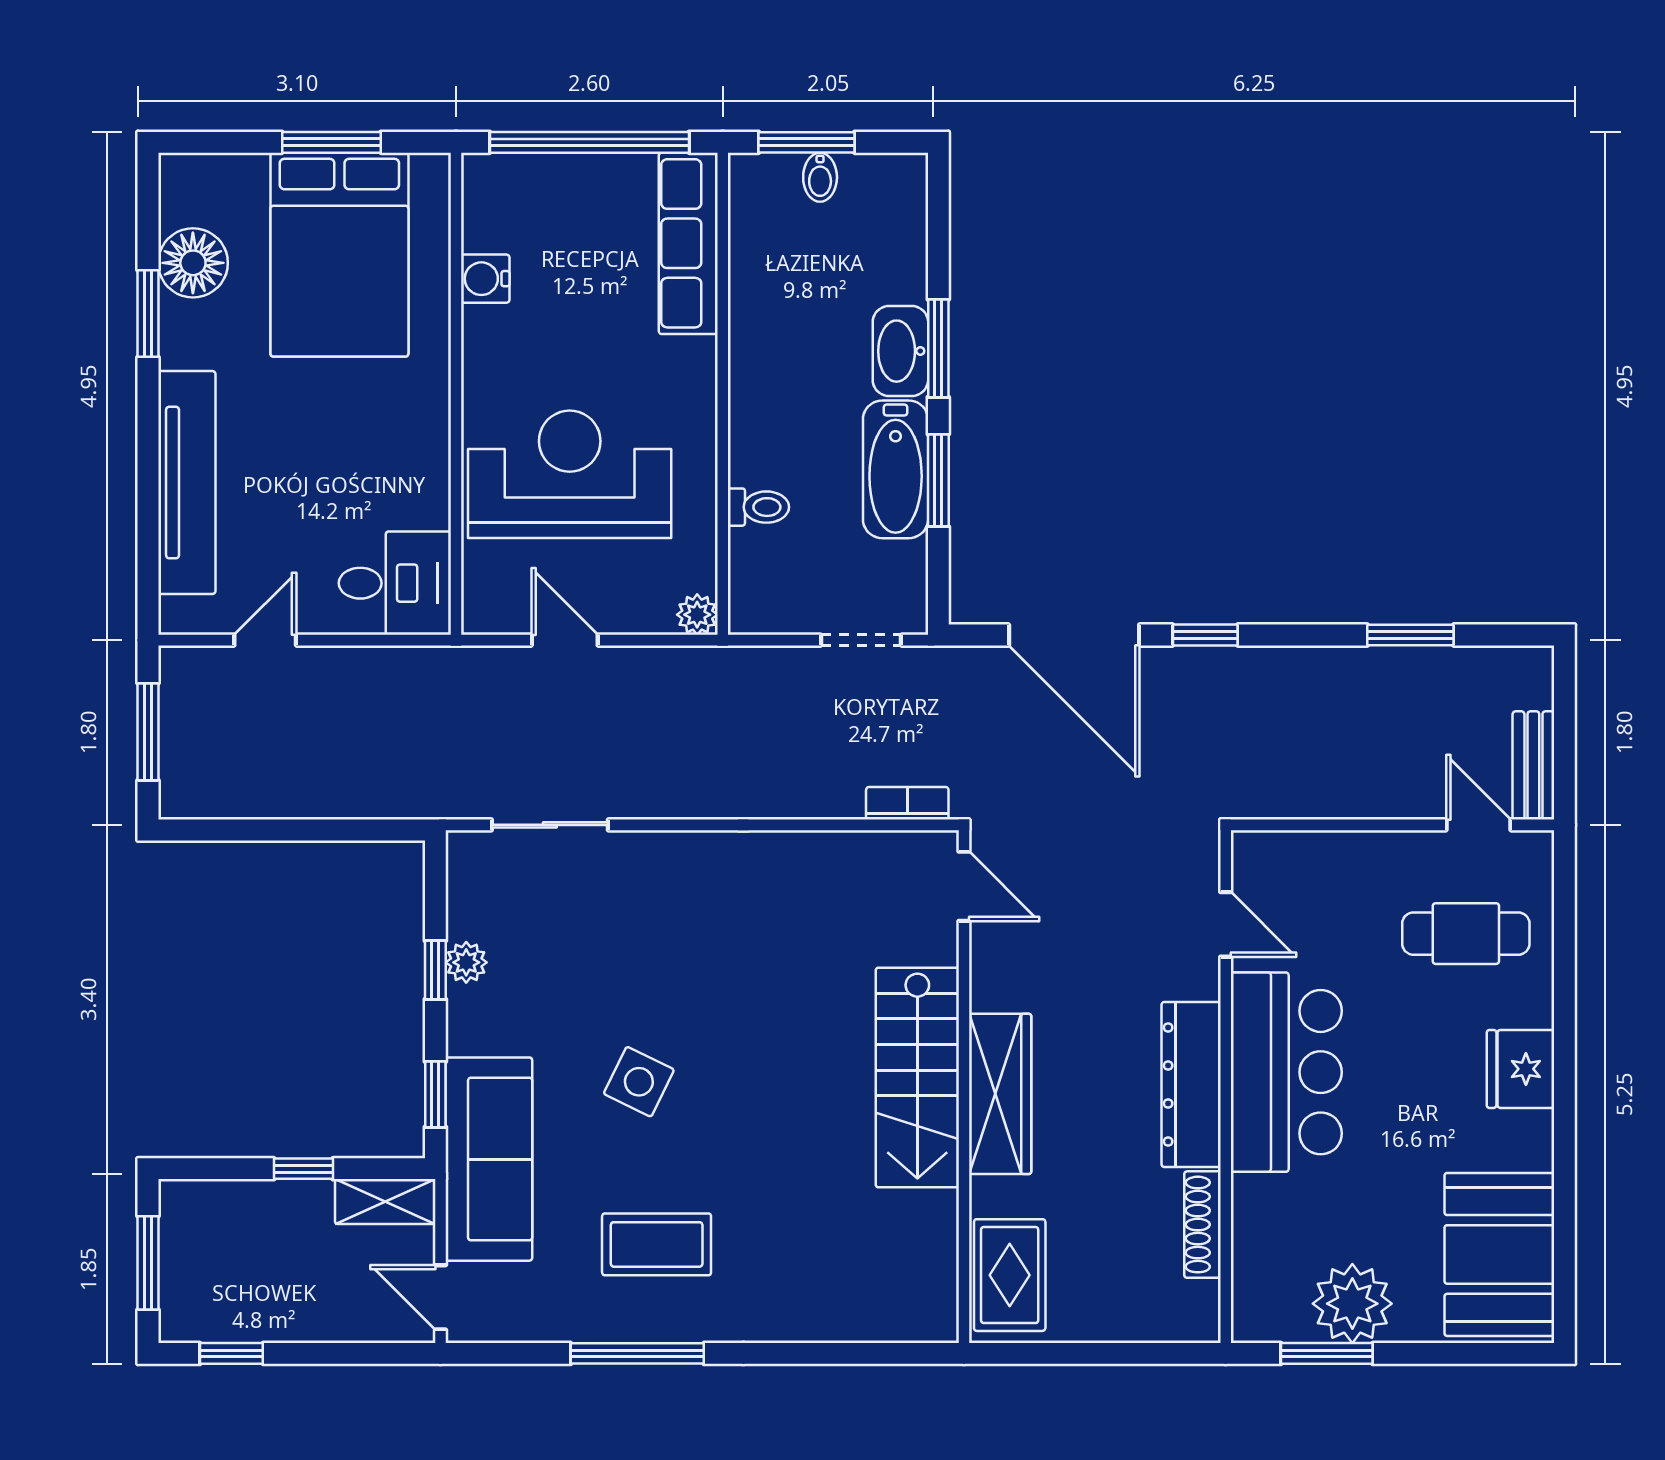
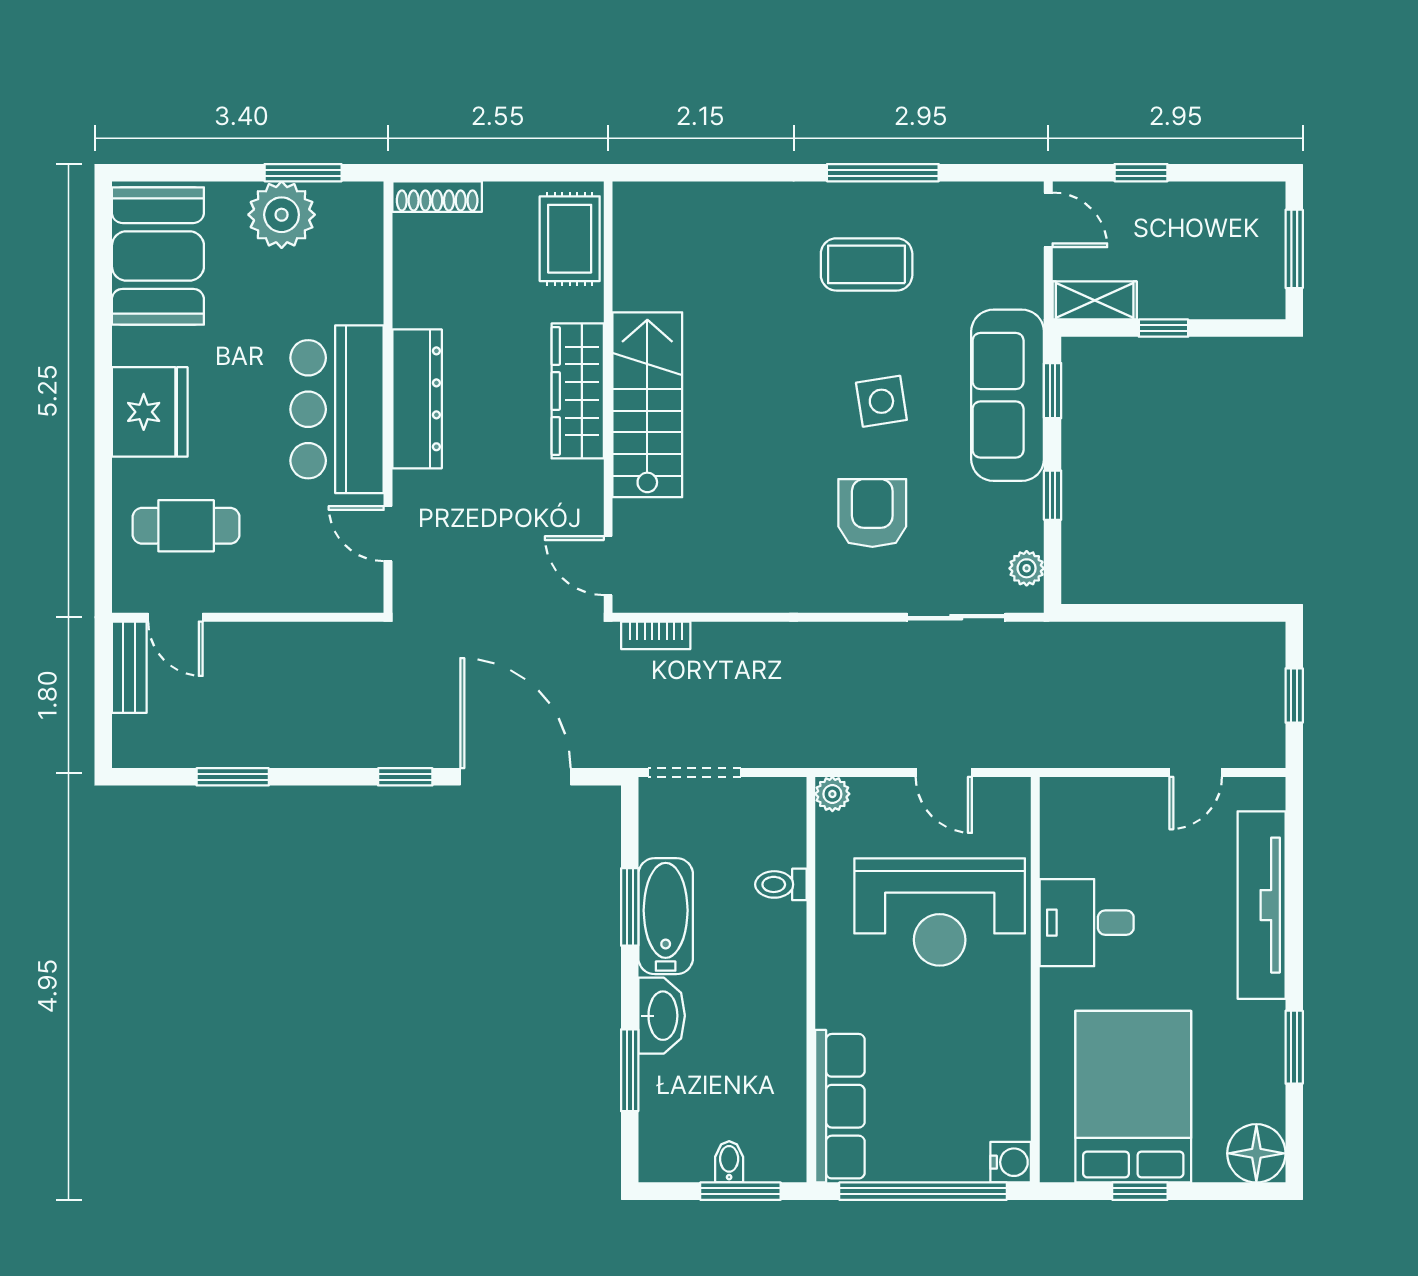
window: (331, 142) -> (1140, 1191), width x0.67
floor lamp: (193, 263) -> (1256, 1153), moved
water cooler: (485, 279) -> (1011, 1162), moved
window: (938, 348) -> (630, 1070), moved
desk: (395, 583) -> (1087, 923), moved
doorway: (861, 640) -> (695, 773), width x1.38
window: (148, 732) -> (1294, 695), width x0.67
armchair: (650, 949) -> (872, 513), added
plant: (466, 962) -> (1027, 568), moved
fridge: (1520, 1069) -> (150, 412), width x1.36, depth x1.34
side table: (639, 1082) -> (881, 401), turned -35
sofa: (489, 1159) -> (1008, 395), moved
shoe rack: (1202, 1225) -> (437, 197), moved, turned 90
window: (231, 1353) -> (1141, 173), moved

